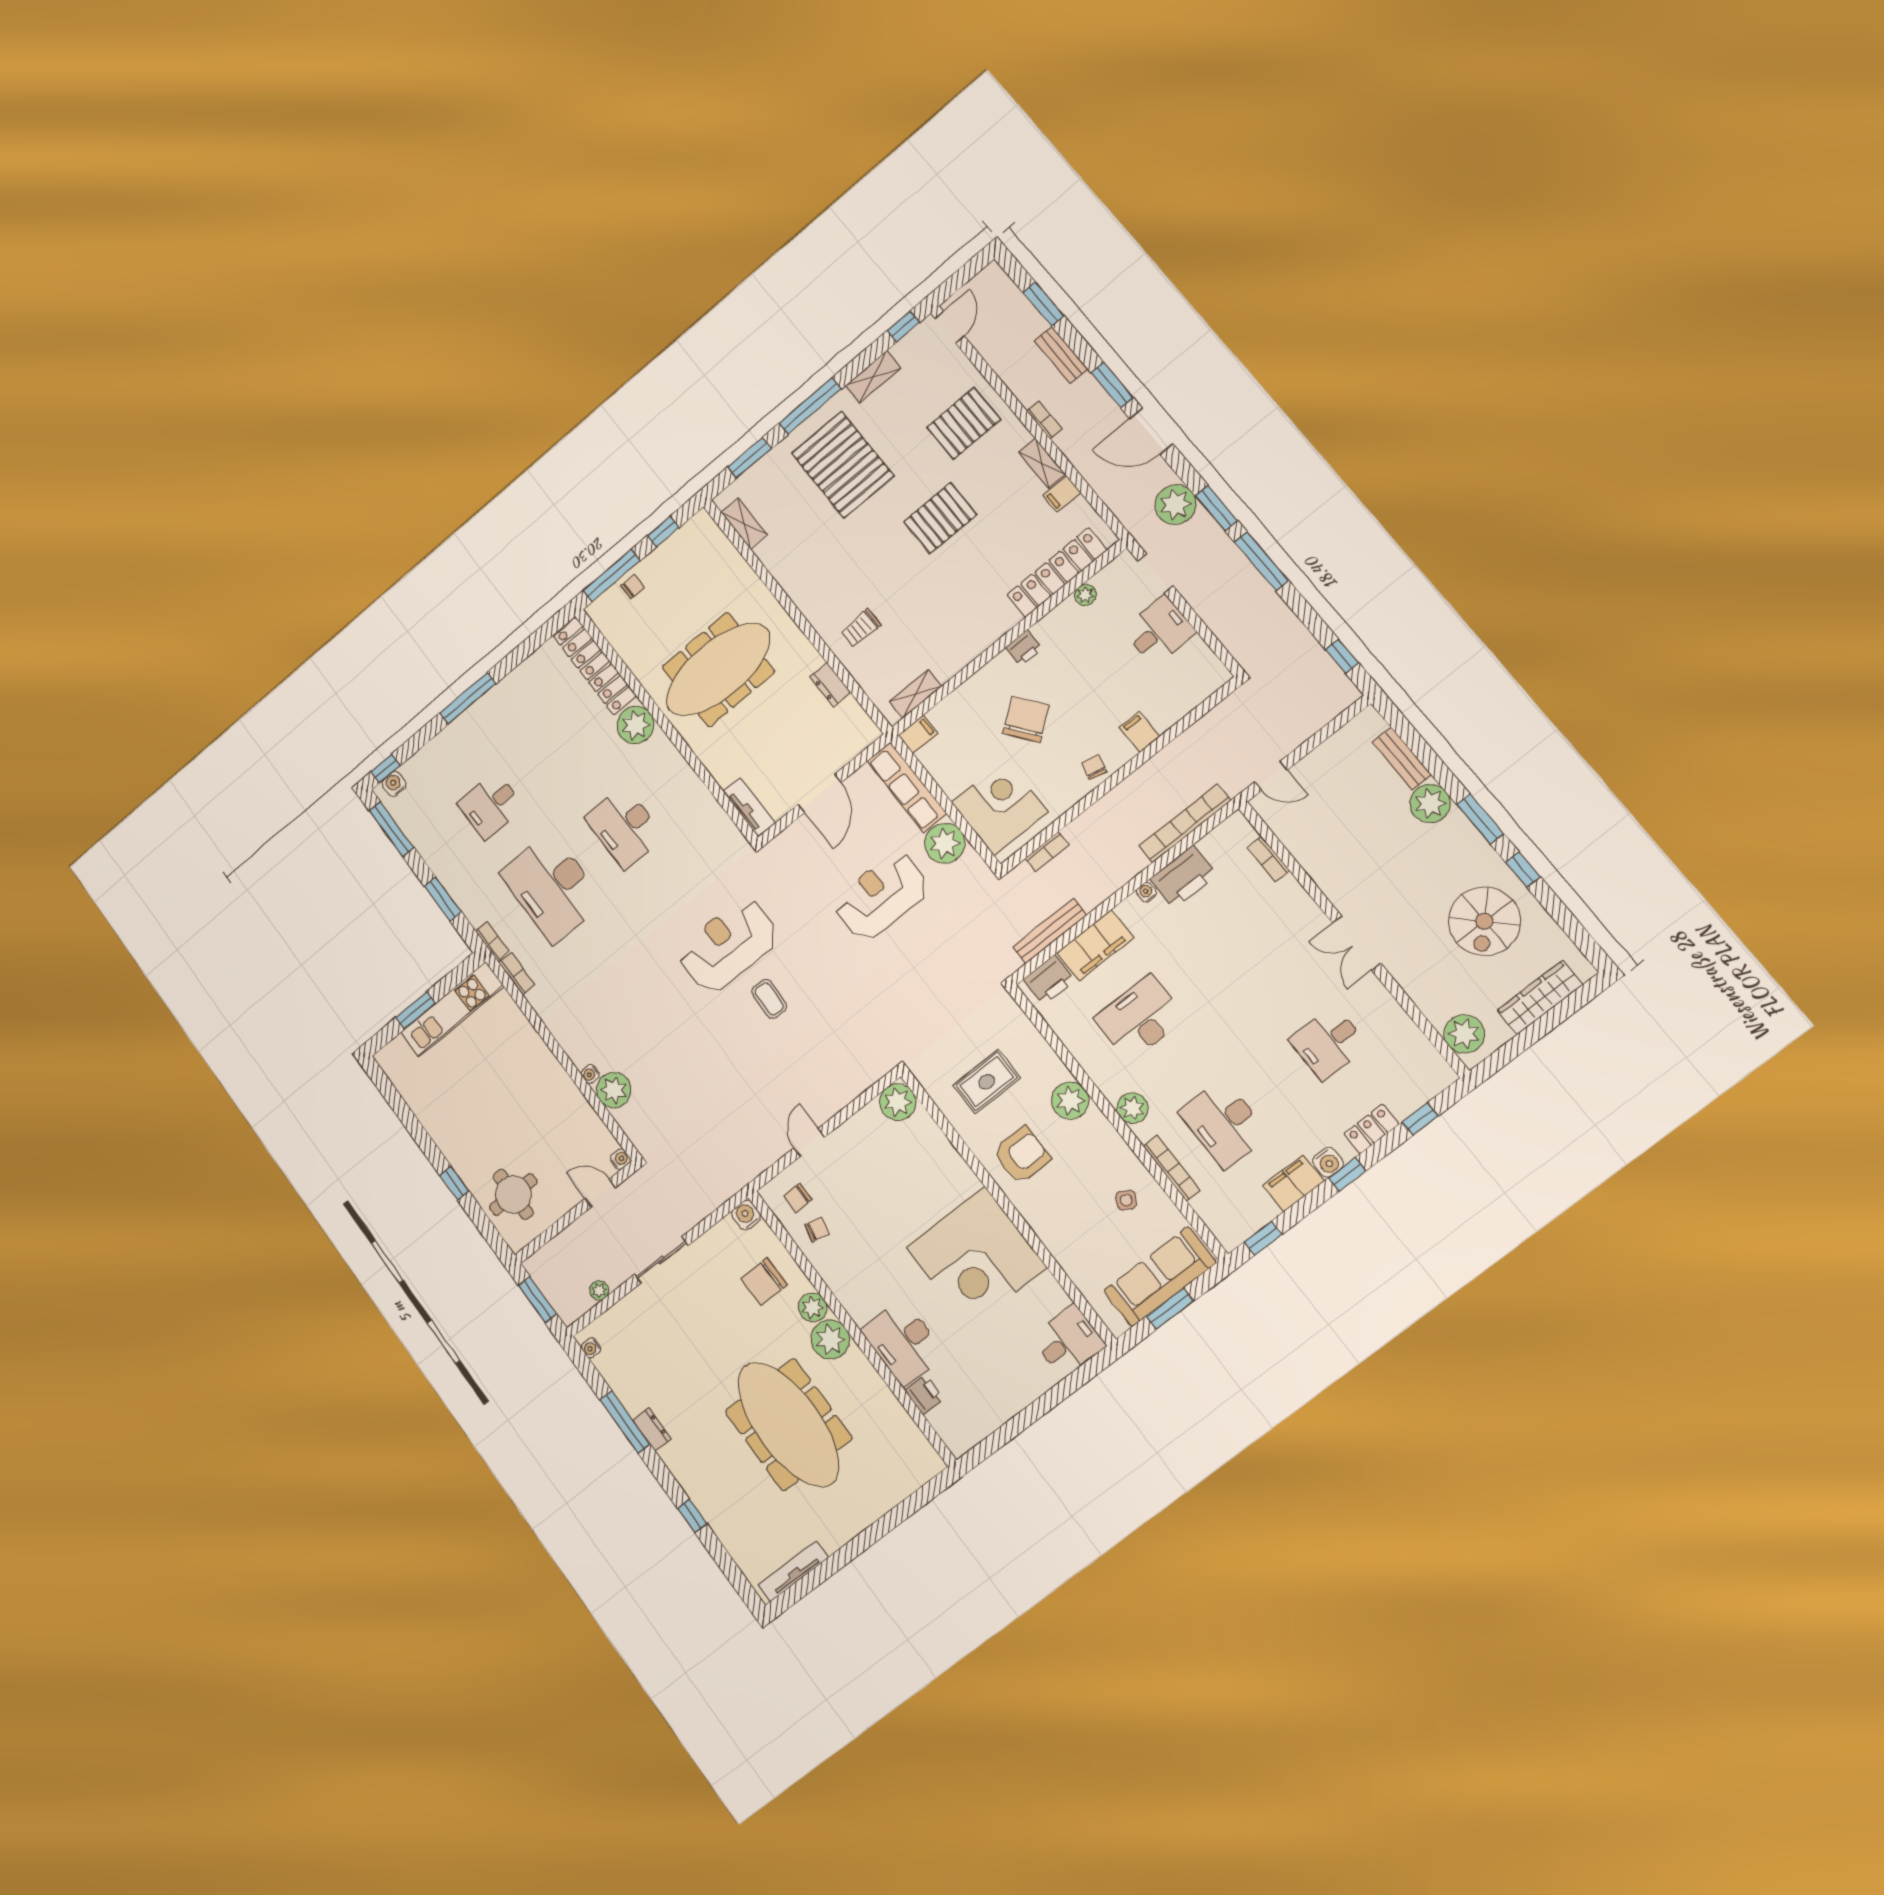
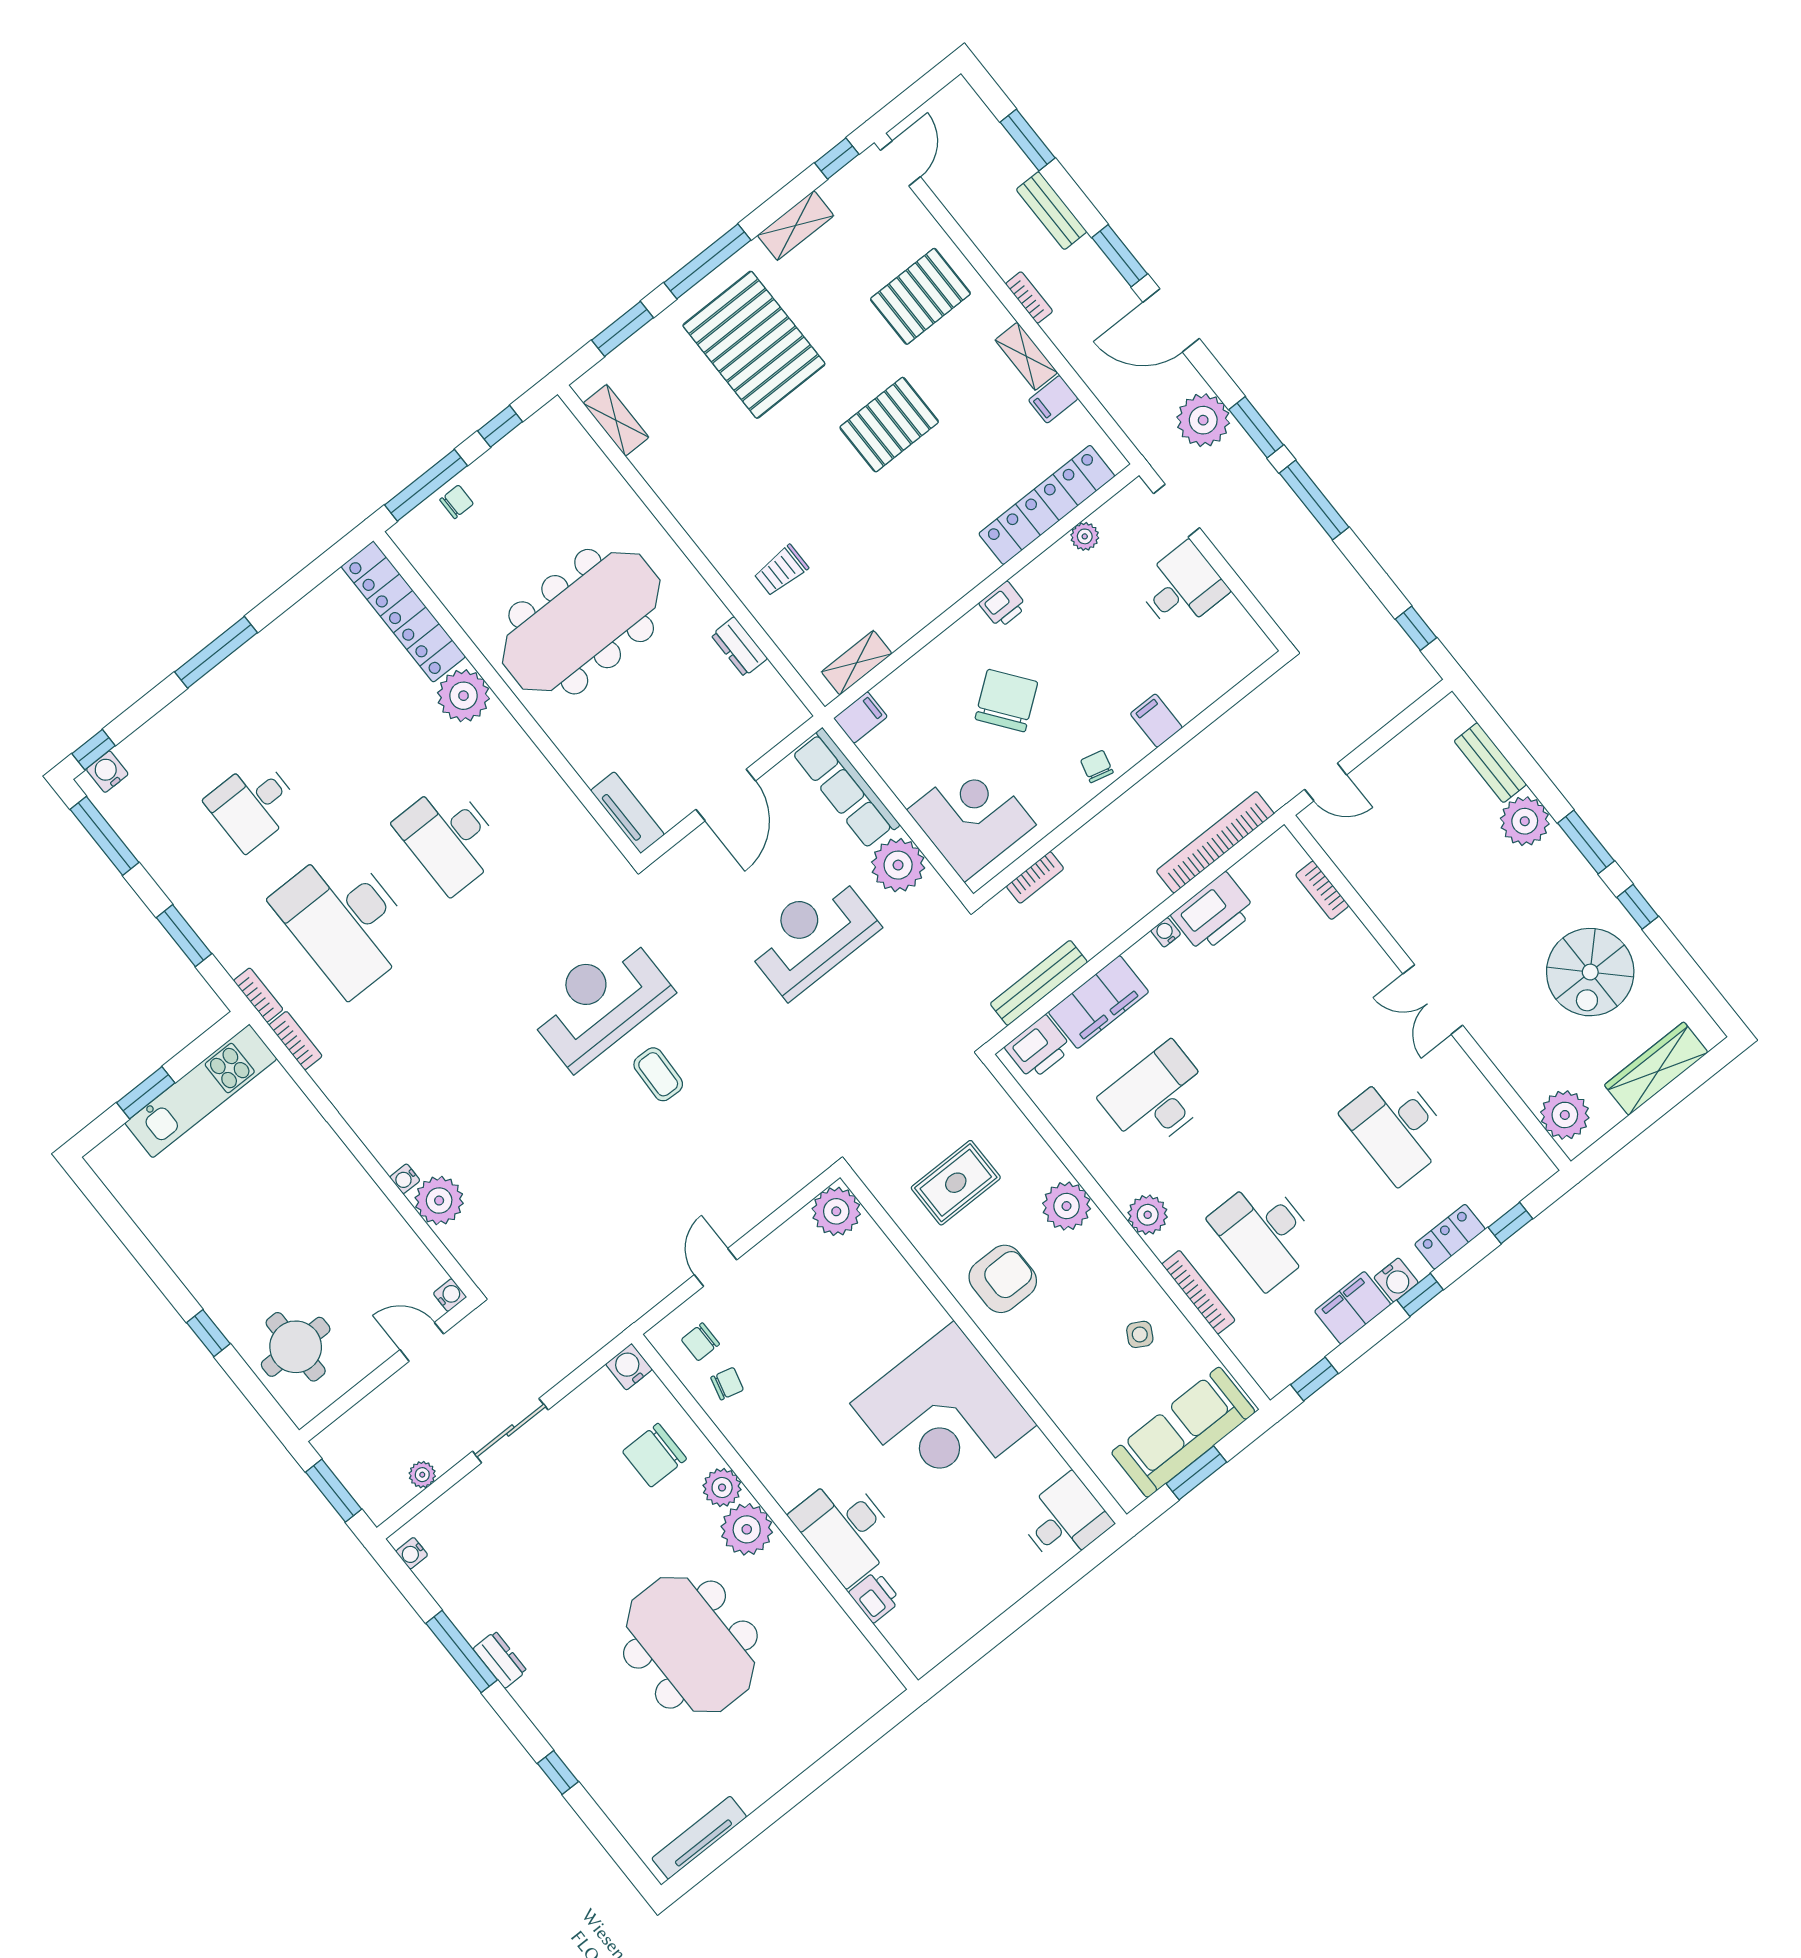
desk: (1328, 1043) -> (1397, 1127), width x1.37
meeting table: (788, 1425) -> (690, 1645), width x0.73

